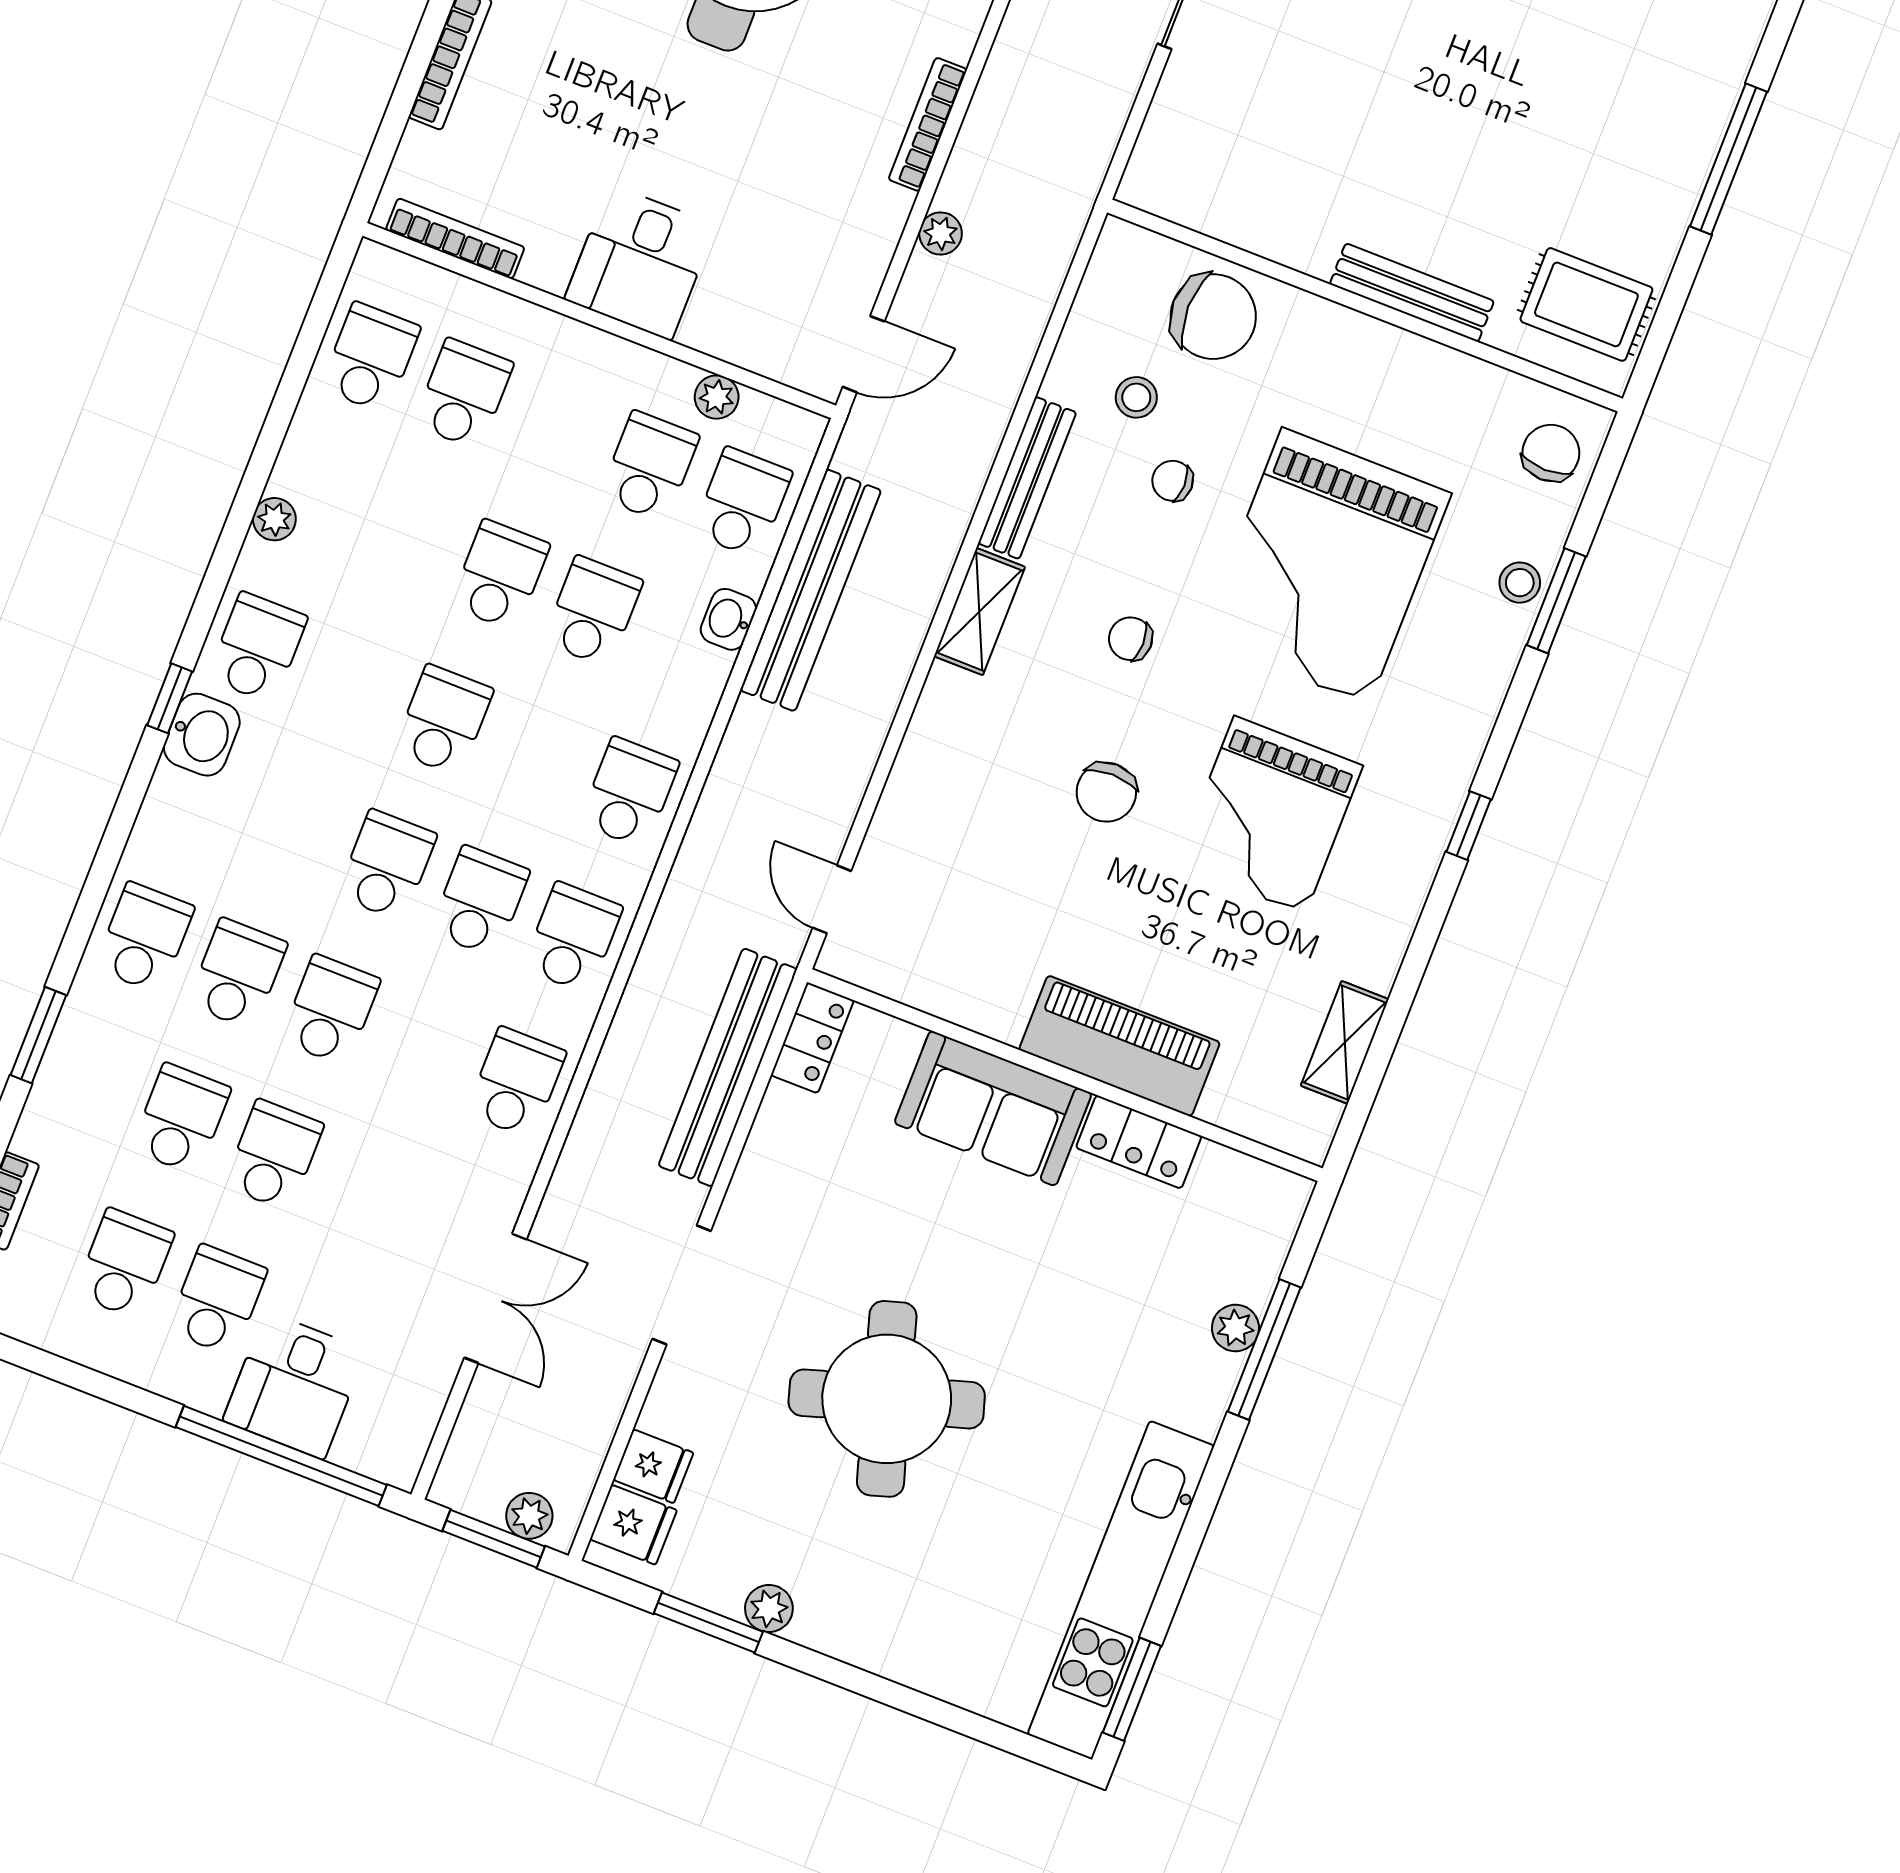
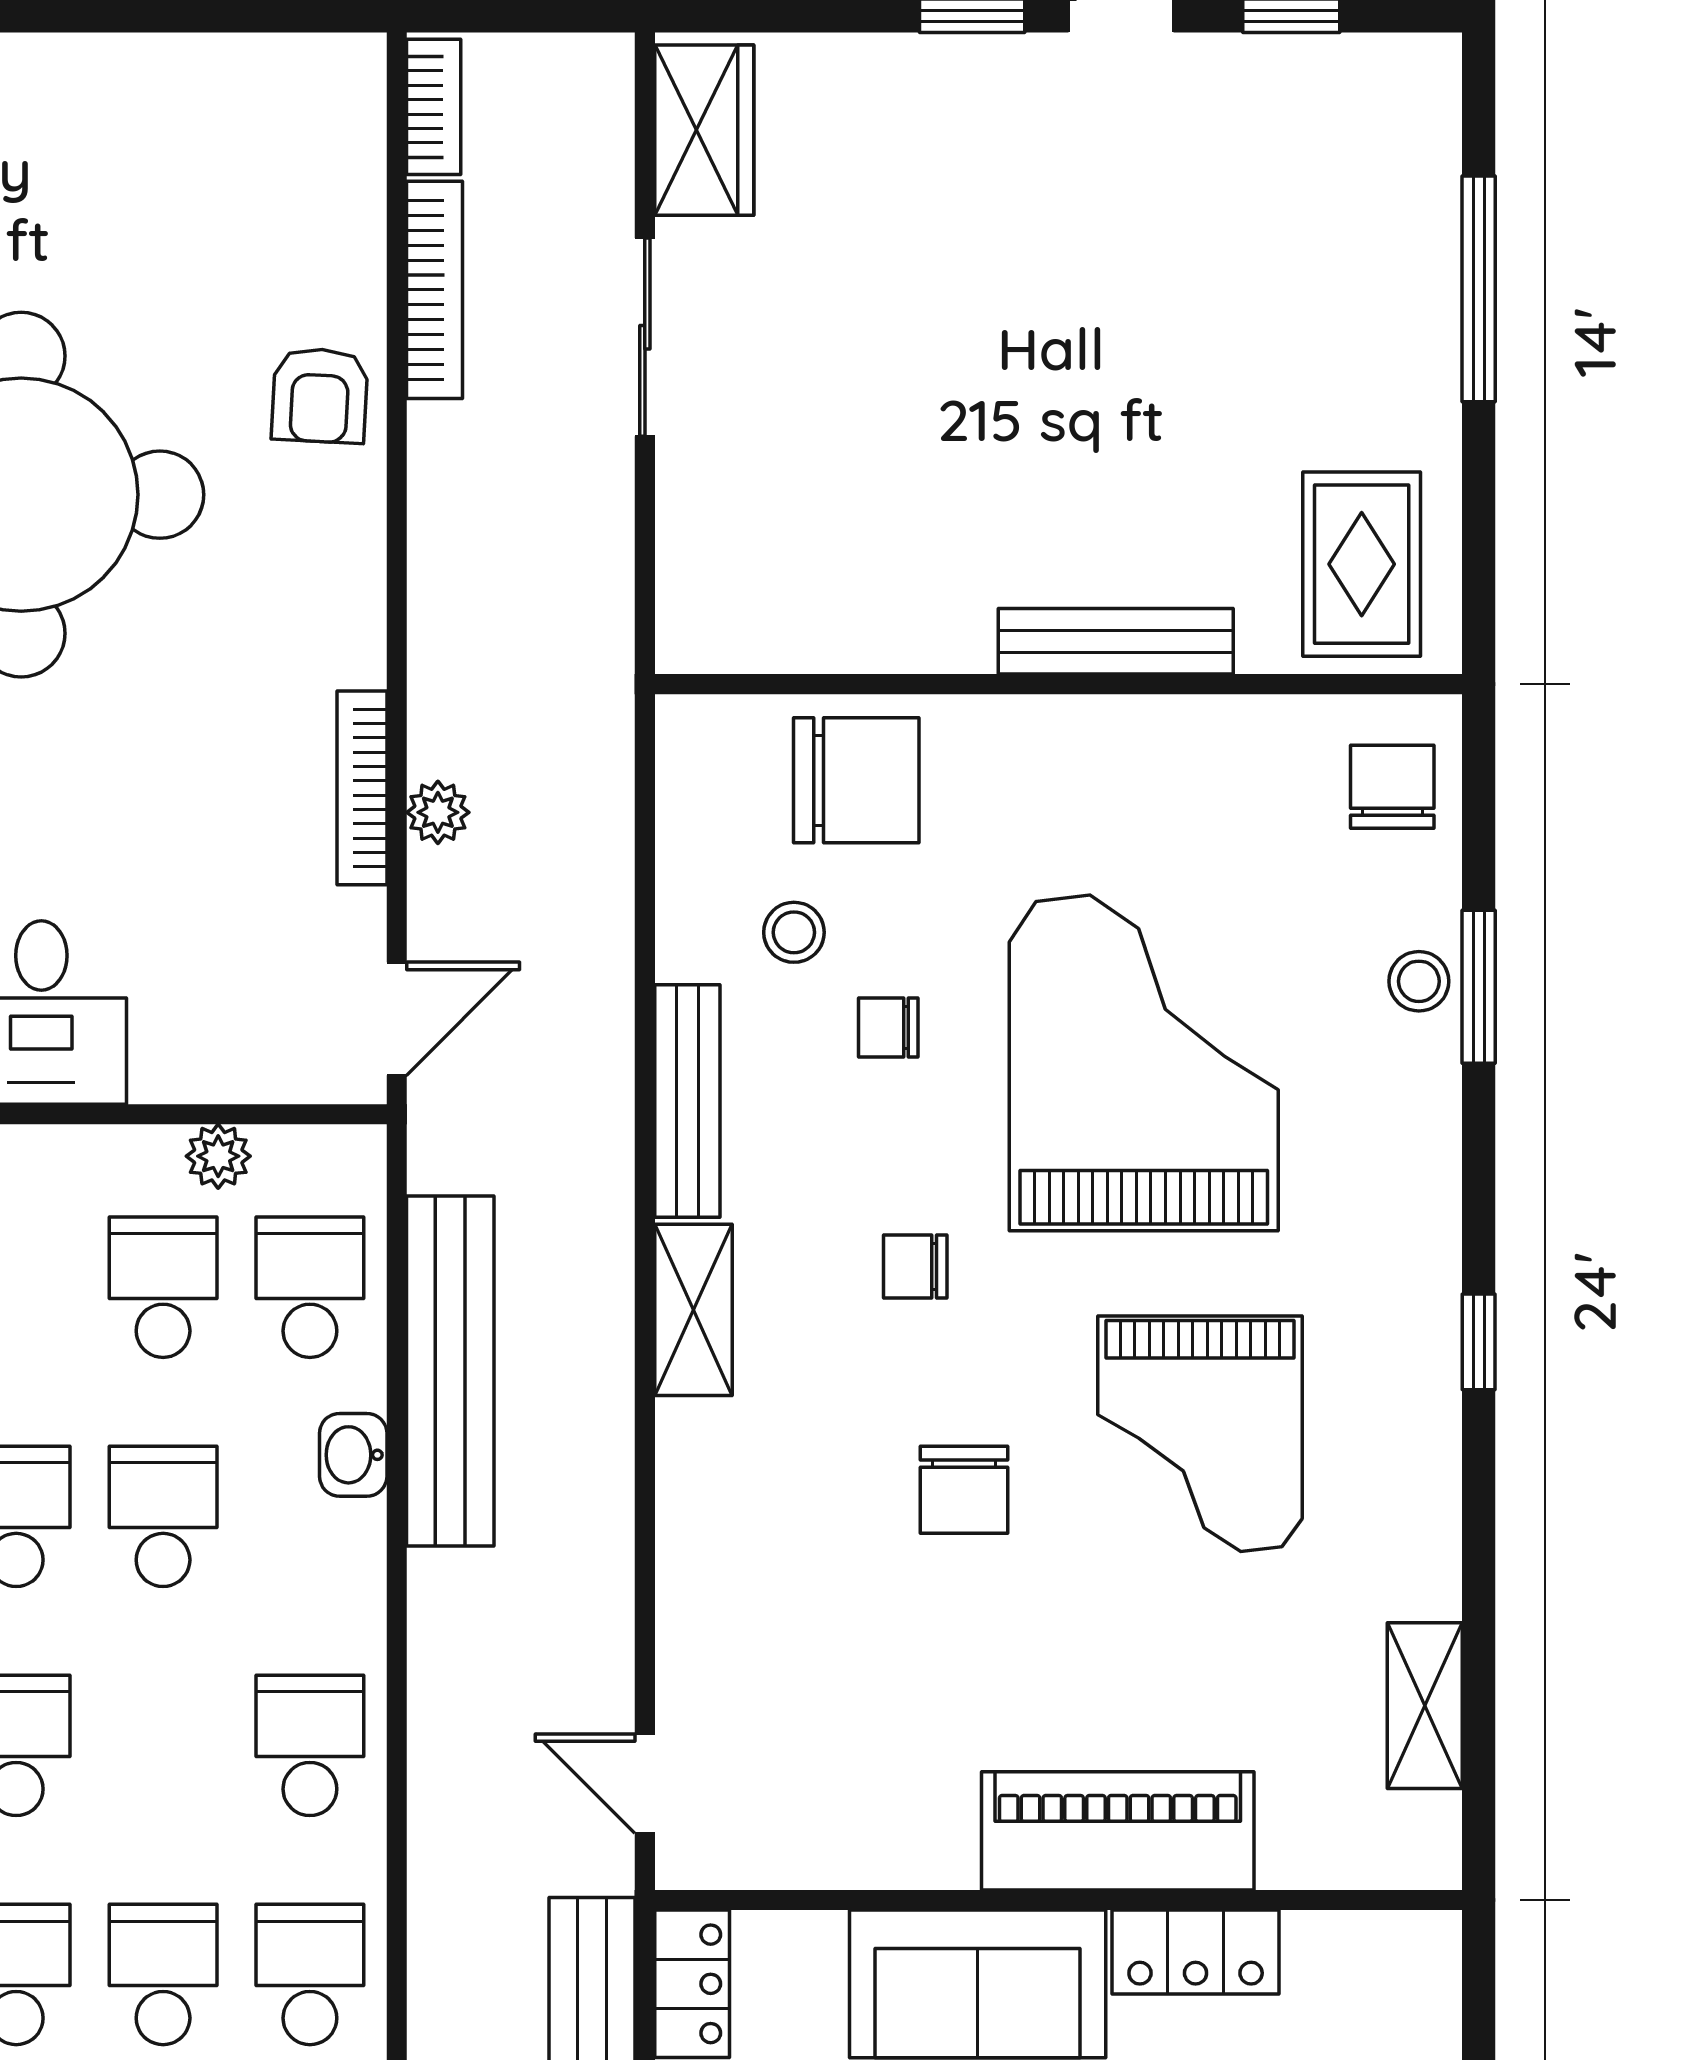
bookcase: (928, 124) -> (362, 788), moved
rug: (1586, 304) -> (1362, 564), turned 90
grand piano: (1325, 566) -> (1144, 1063), turned 180

